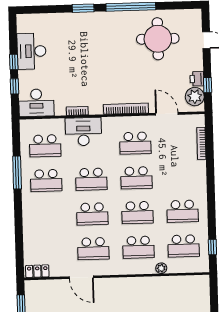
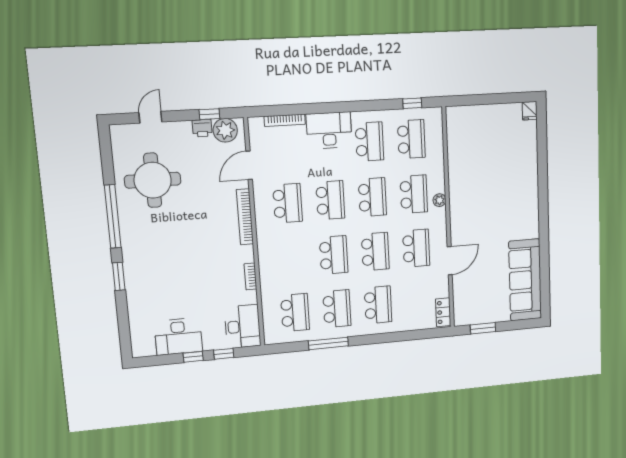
desk: (83, 132) -> (329, 130), moved, turned 90
school desk: (47, 215) -> (378, 305), added
plant: (161, 268) -> (440, 200), moved

